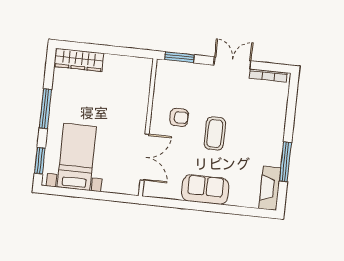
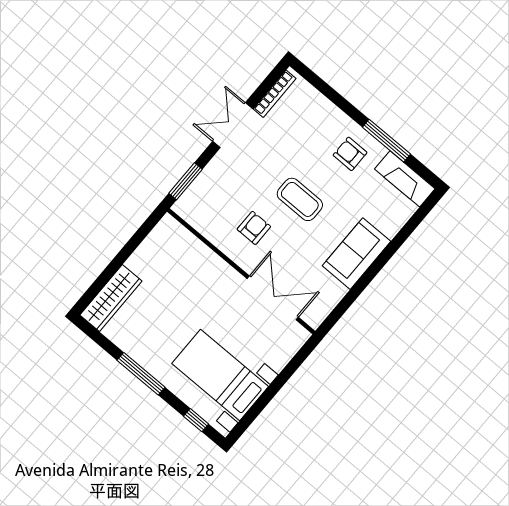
armchair: (263, 145) -> (350, 154), added
window: (40, 161) -> (196, 420), width x0.67

